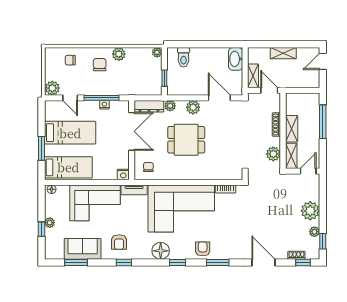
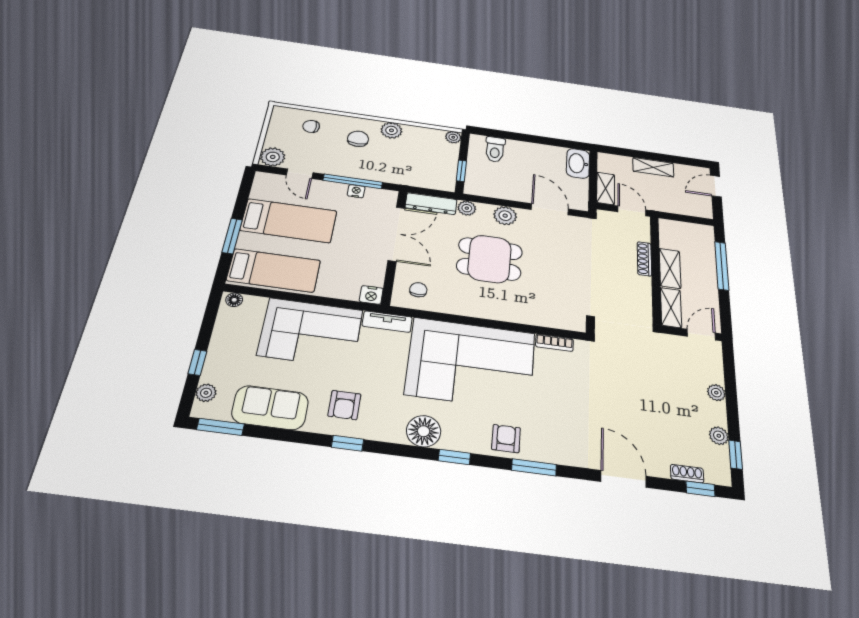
plant: (273, 154) -> (640, 300), removed
plant: (310, 211) -> (716, 393), width x0.53, depth x0.53
plant: (50, 223) -> (206, 393), moved
window: (76, 263) -> (220, 427), moved

